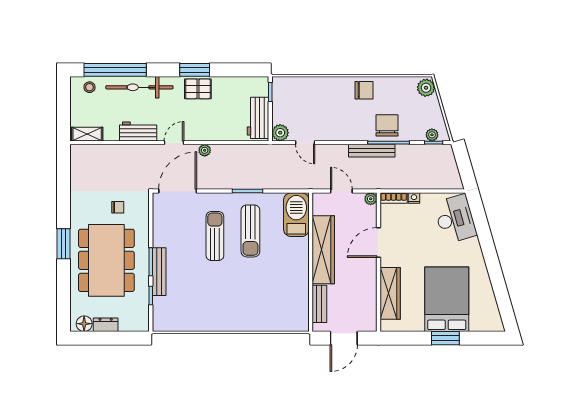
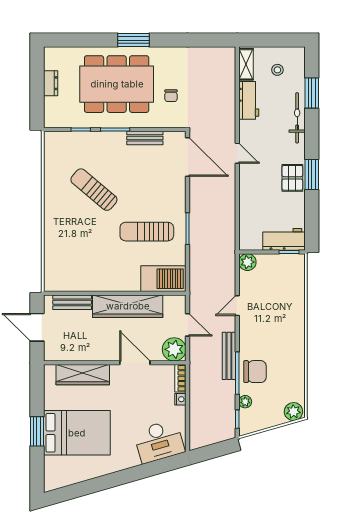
window: (115, 70) -> (312, 93), width x0.47
stool: (89, 87) -> (277, 70), moved
bicycle: (139, 87) -> (297, 118), width x0.73, depth x0.71
chair: (364, 90) -> (291, 348), removed
workbench: (258, 118) -> (284, 239), moved
workbench: (138, 131) -> (249, 100), moved
plant: (432, 135) -> (245, 402), moved
door: (305, 143) -> (237, 306), moved
plant: (205, 150) -> (229, 185), removed
door: (341, 191) -> (188, 325), hinge flipped
plant: (371, 199) -> (174, 349), width x1.88, depth x1.88
sun lounger: (215, 236) -> (94, 190), moved, turned -140
bench: (159, 272) -> (145, 138), moved, width x0.73
floor lamp: (84, 324) -> (52, 61), removed

